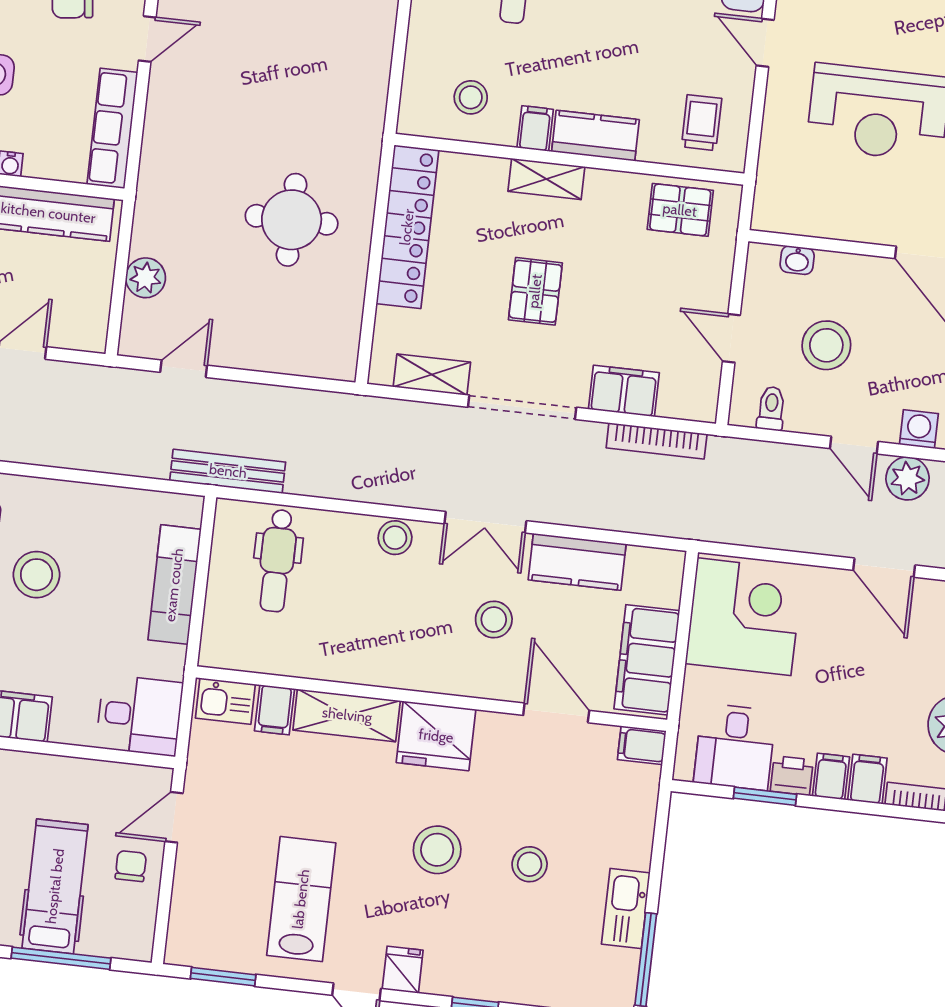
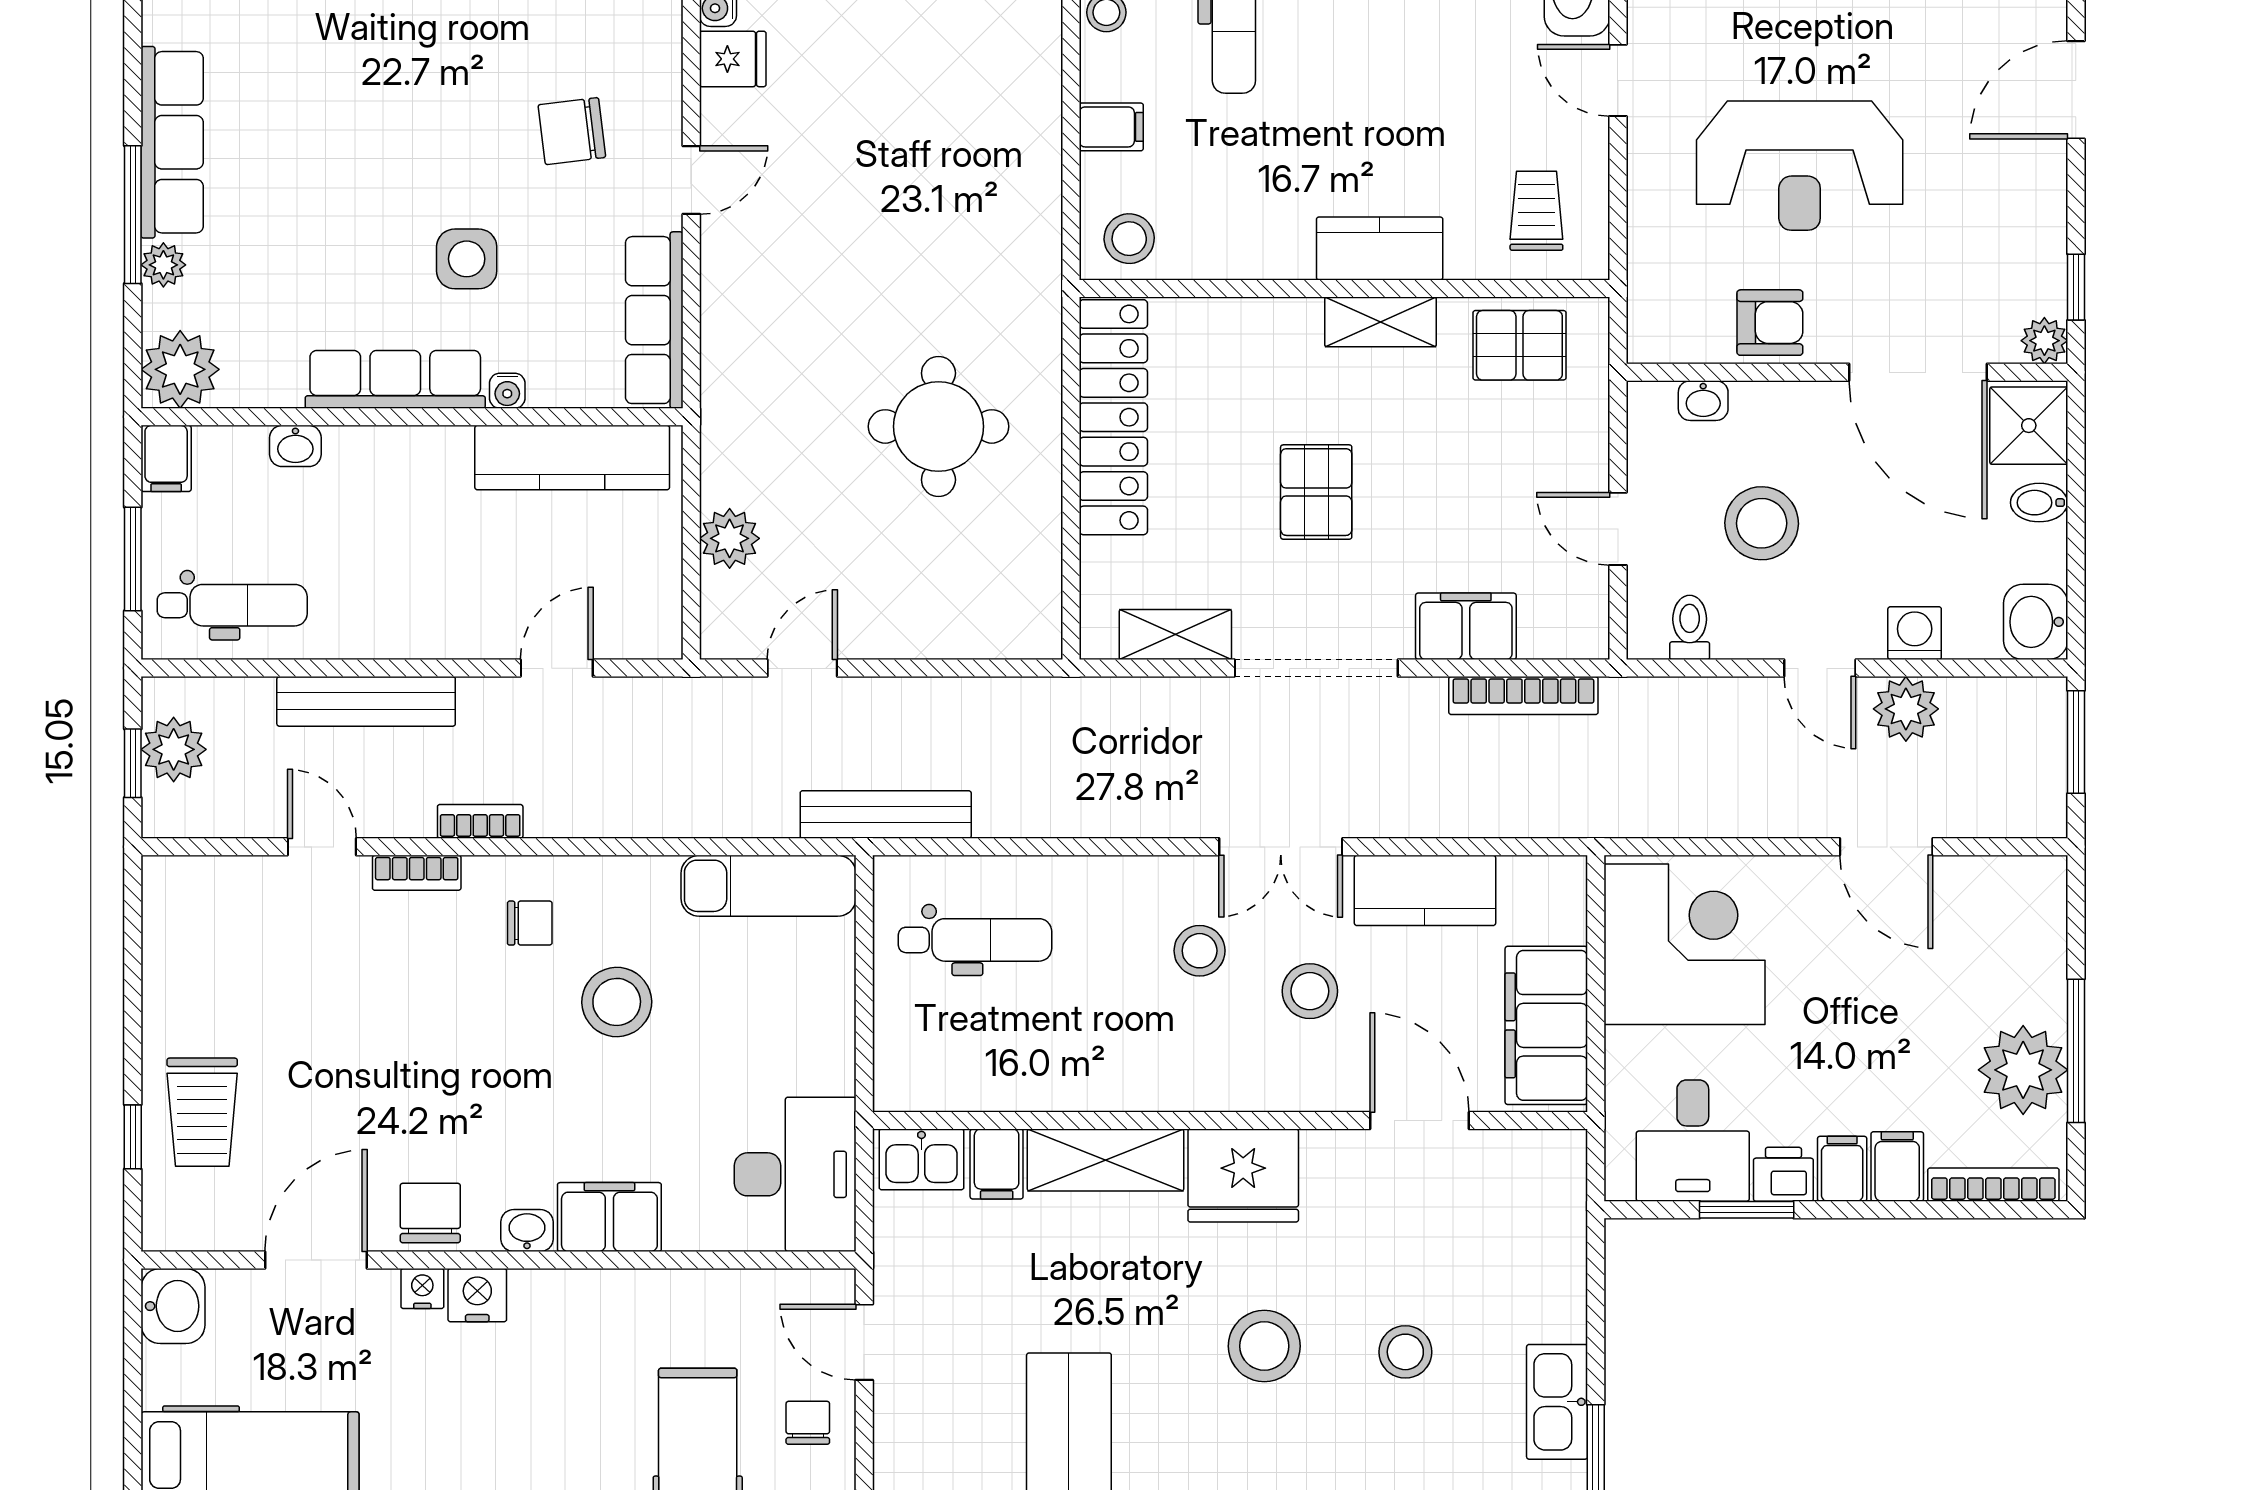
stool: (471, 97) -> (1129, 239), moved
filing cabinet: (535, 129) -> (1111, 127), moved, turned 90
shelving: (546, 179) -> (1381, 322), moved
armchair: (847, 214) -> (1770, 323), added
stool: (395, 538) -> (1200, 951), moved
dental chair: (277, 561) -> (975, 940), turned -90
exam couch: (174, 585) -> (768, 886), moved, turned -90
desk: (140, 715) -> (795, 1174), width x1.37
filing cabinet: (642, 745) -> (1553, 1154), removed
door: (174, 817) -> (864, 1342), hinge flipped

